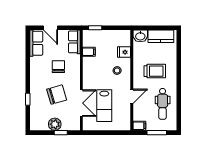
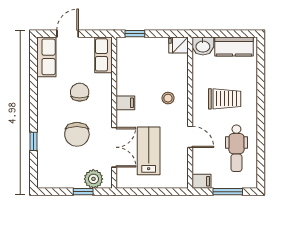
door: (50, 28) -> (68, 34), swing flipped
filing cabinet: (89, 52) -> (125, 103), moved
fridge: (124, 52) -> (178, 45), moved
chair: (57, 95) -> (77, 134), turned 106
door: (132, 96) -> (190, 137), hinge flipped
lab bench: (104, 106) -> (149, 151), turned 180
plant: (55, 124) -> (93, 179), moved

